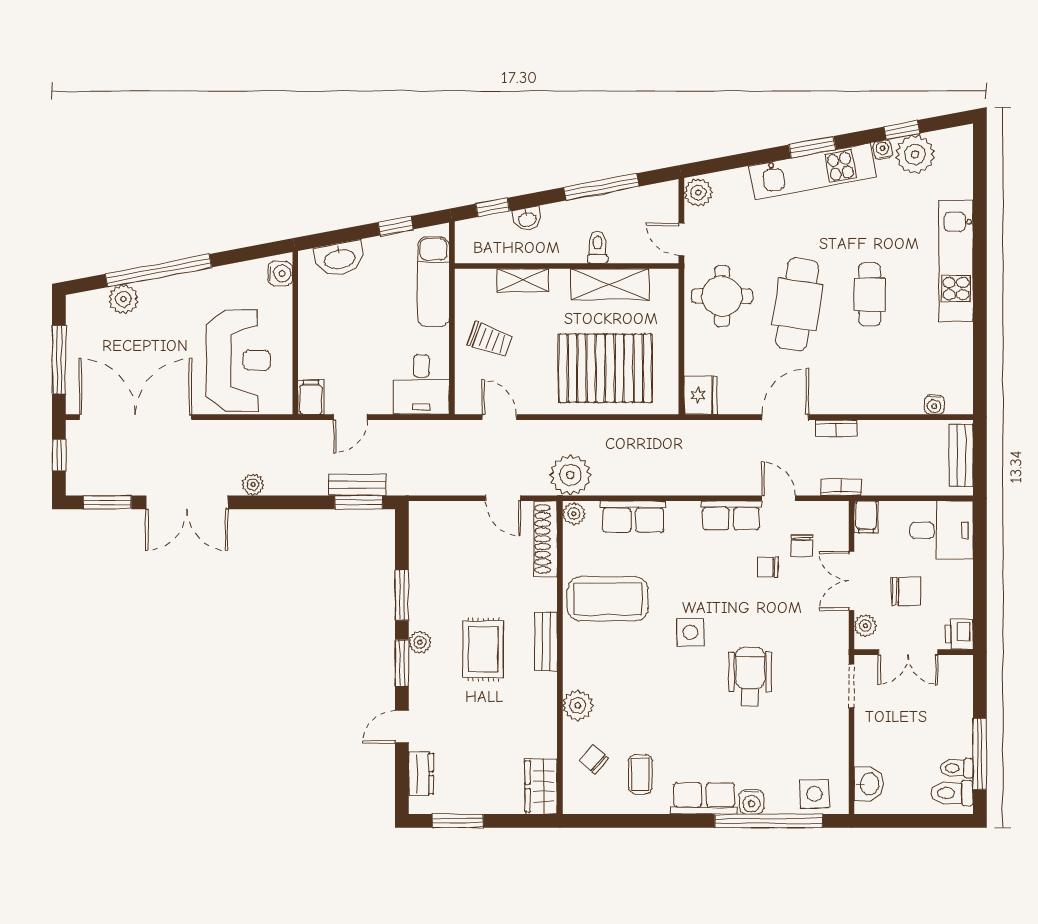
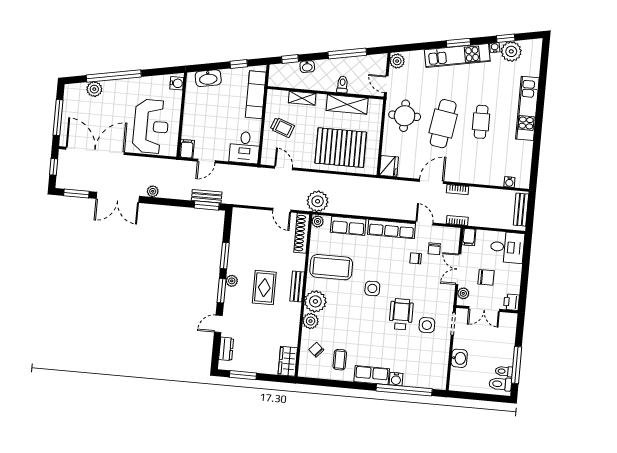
row of seats: (731, 515) -> (392, 229), width x1.48
plant: (584, 667) -> (315, 301), added
washbasin: (869, 784) -> (459, 358), moved
side table: (814, 794) -> (427, 325), moved

